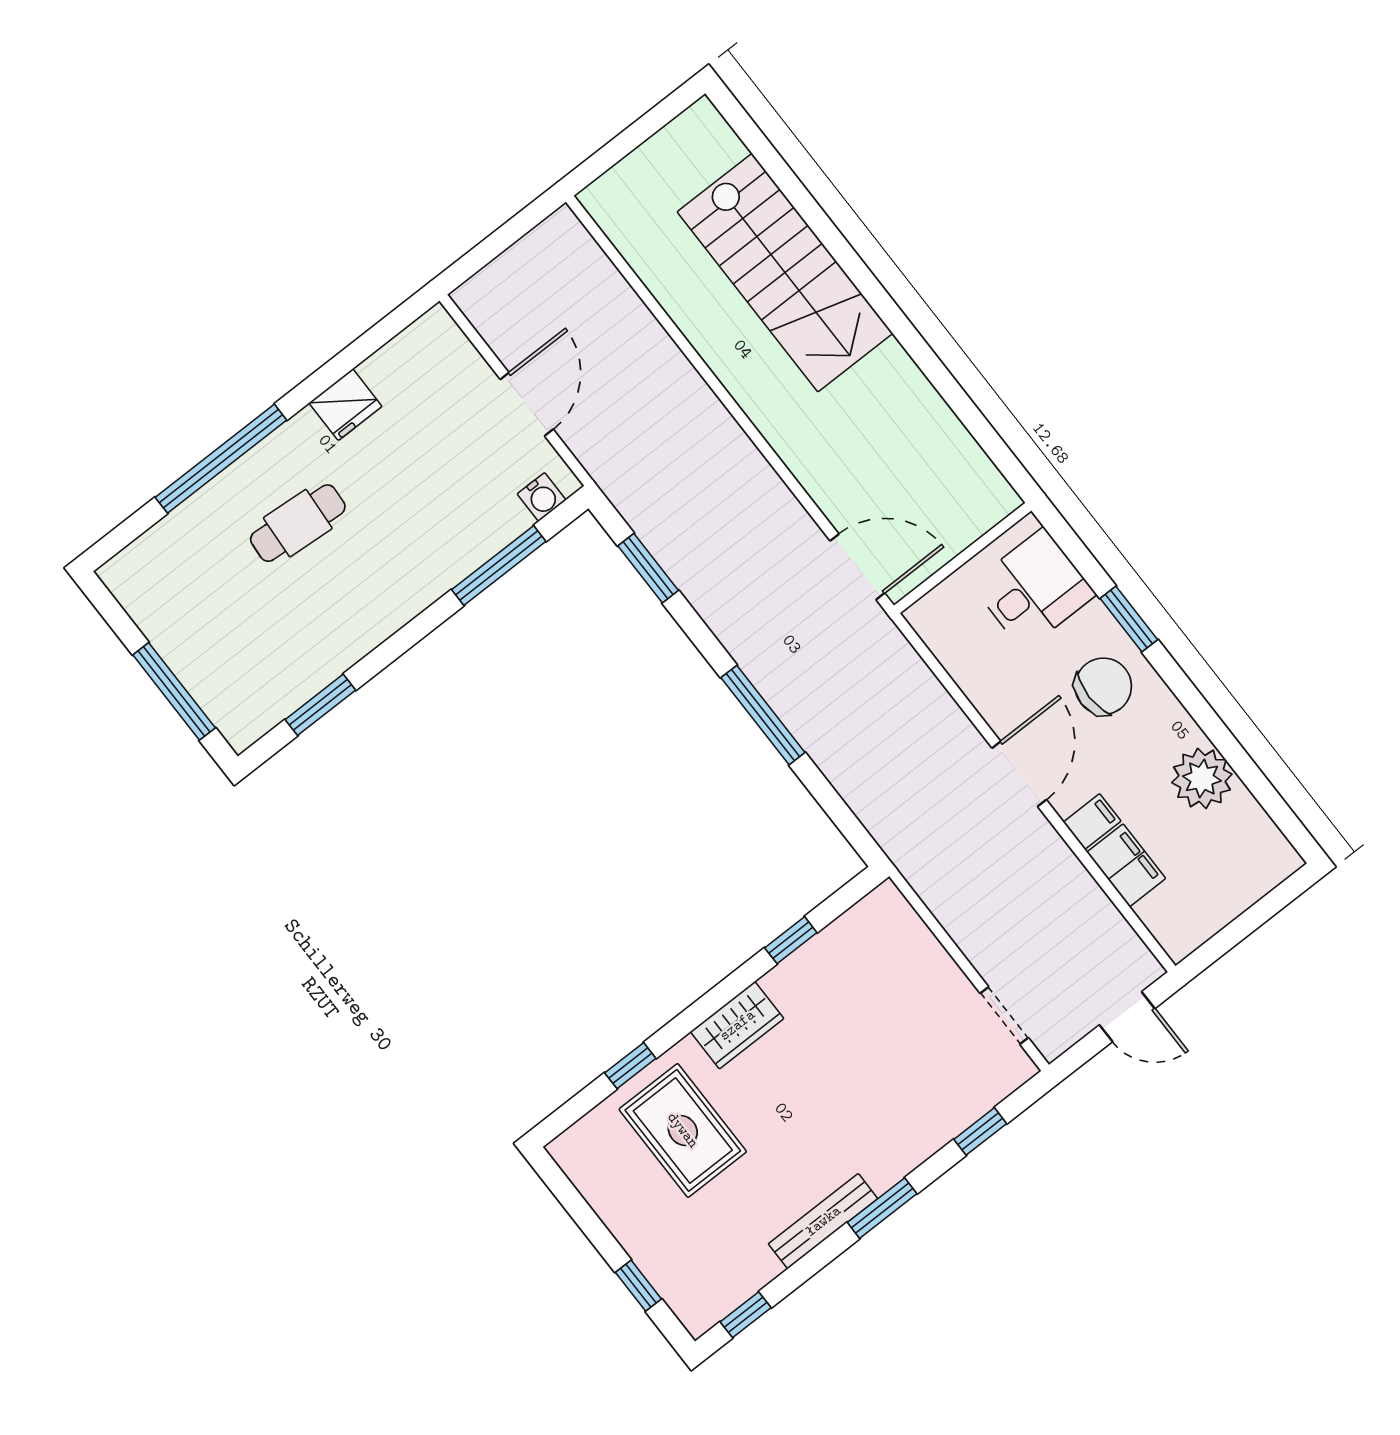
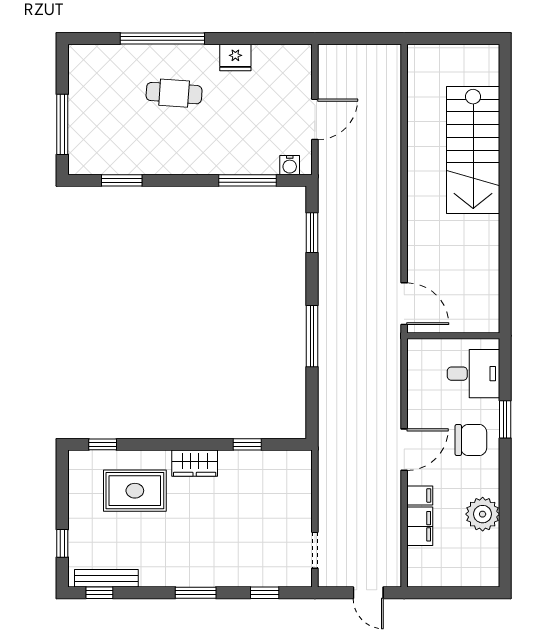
window: (630, 1066) -> (103, 444), moved
rug: (683, 1130) -> (135, 491), turned 90
bench: (823, 1221) -> (106, 578), moved

